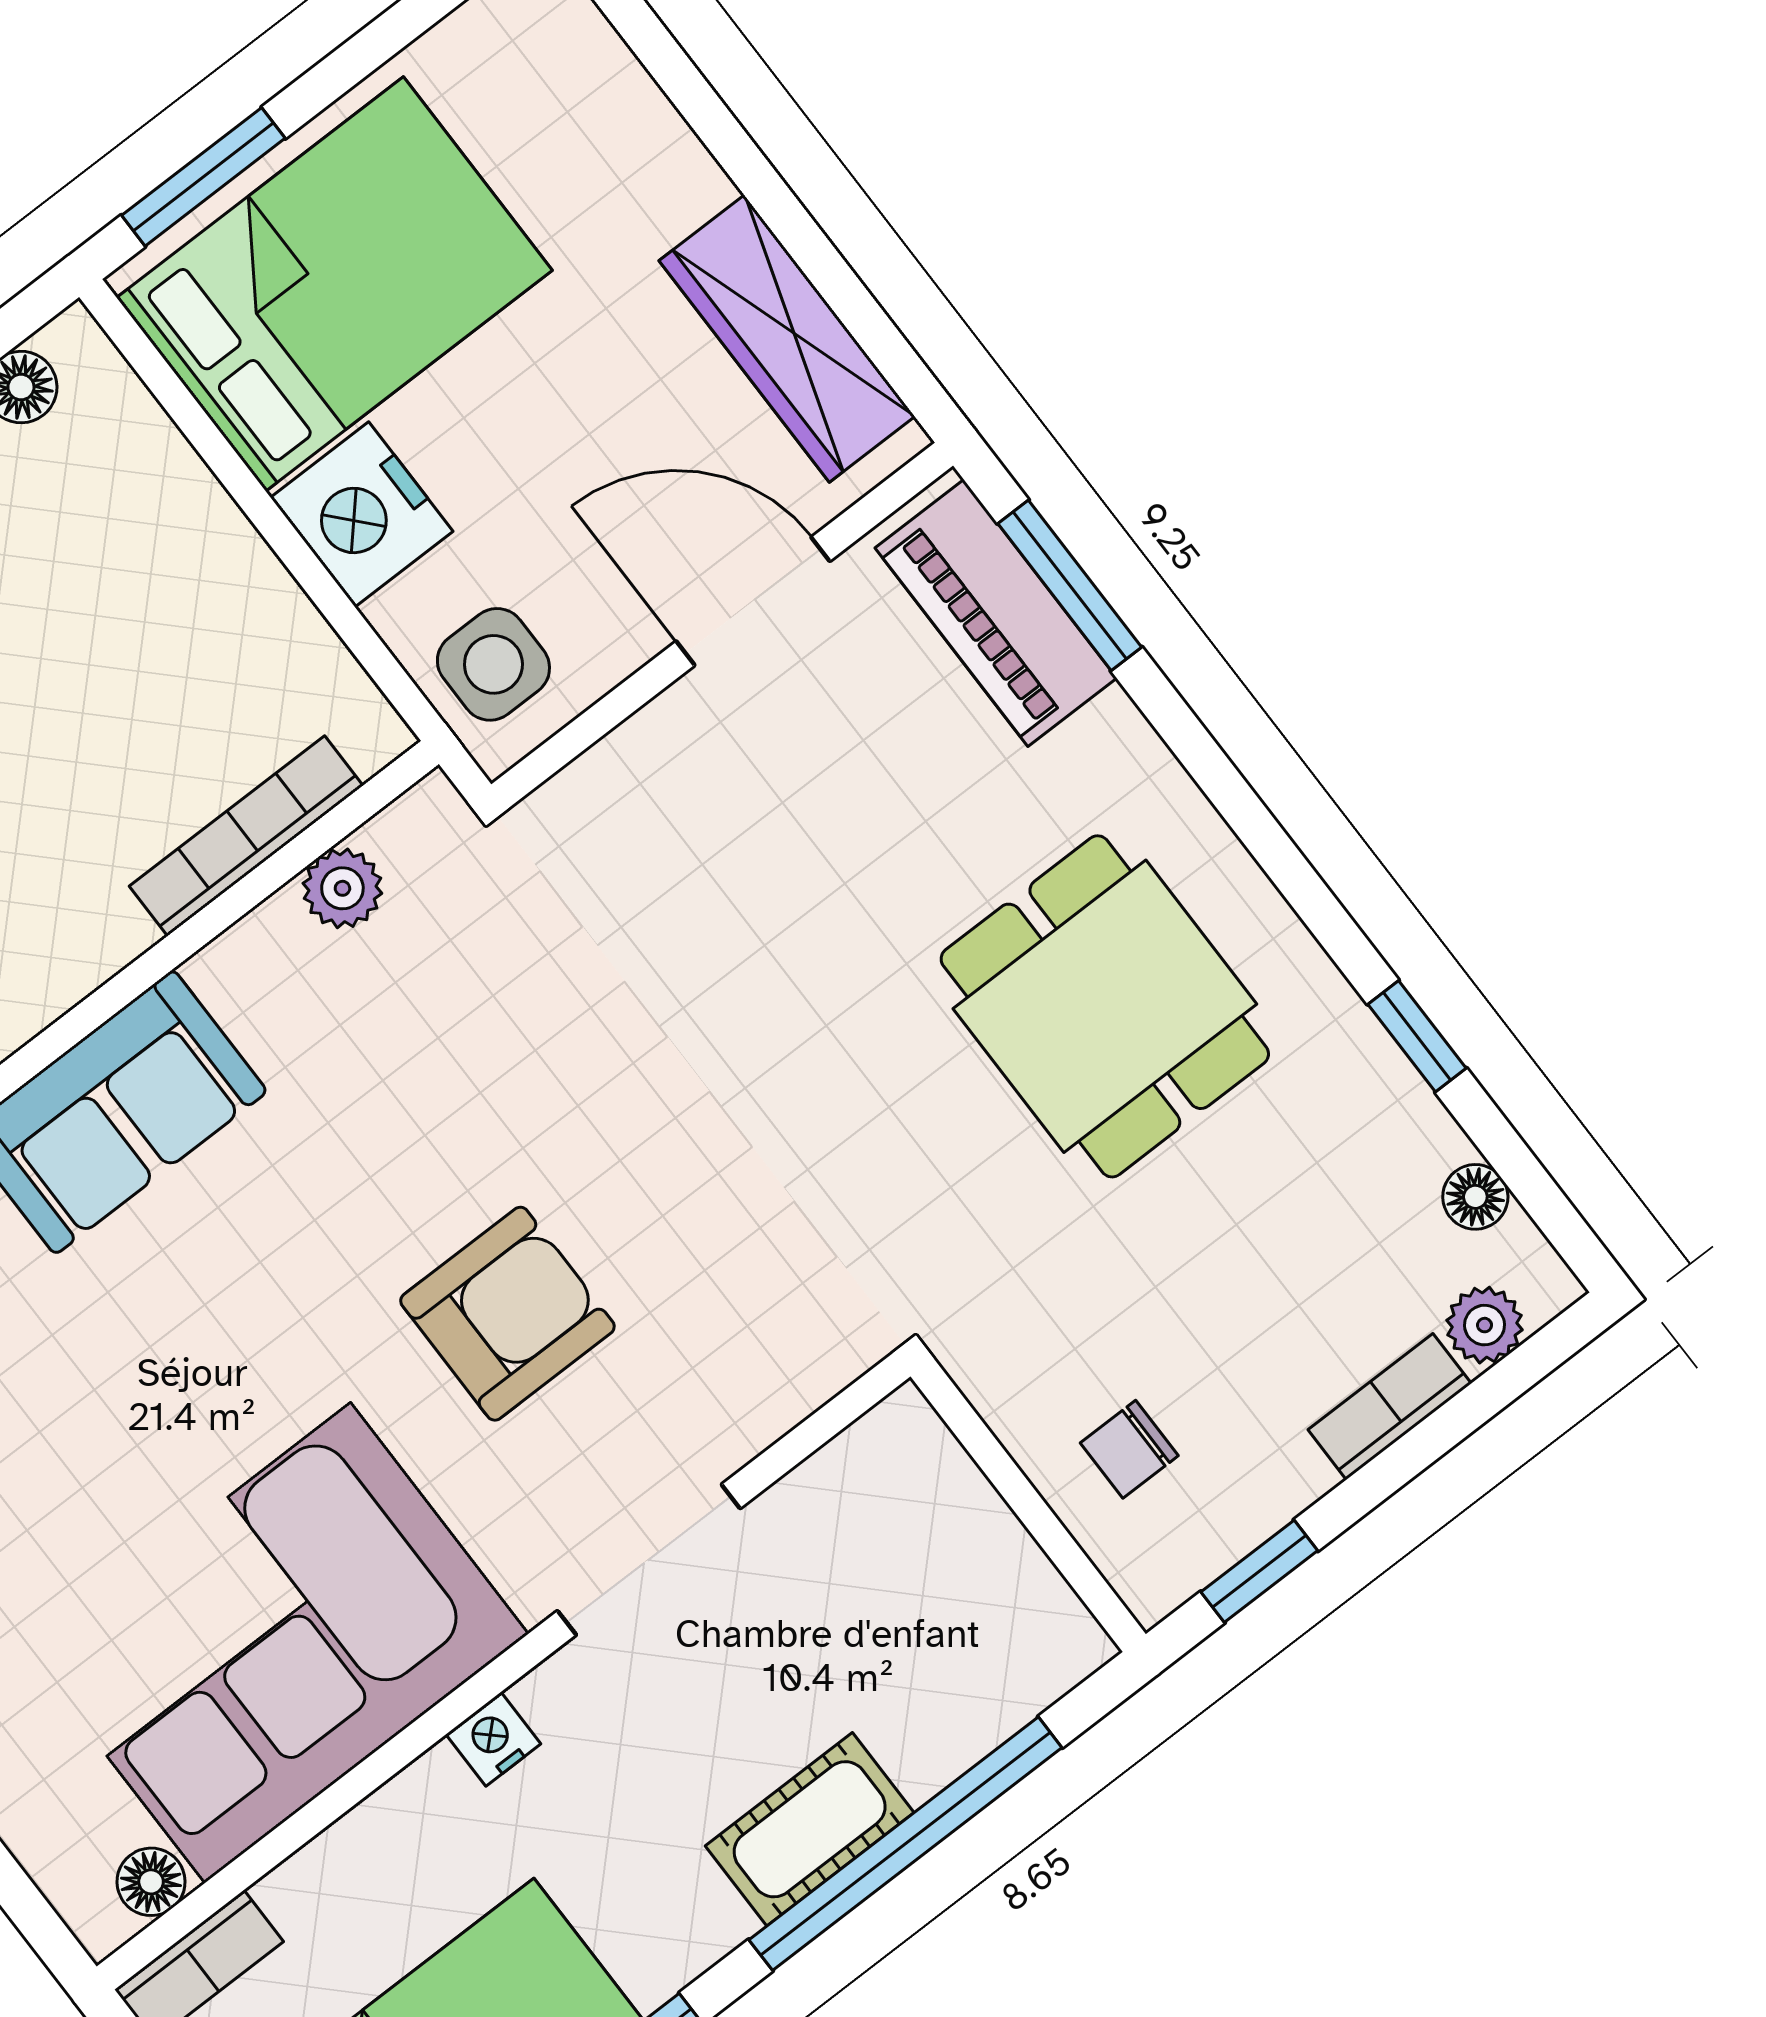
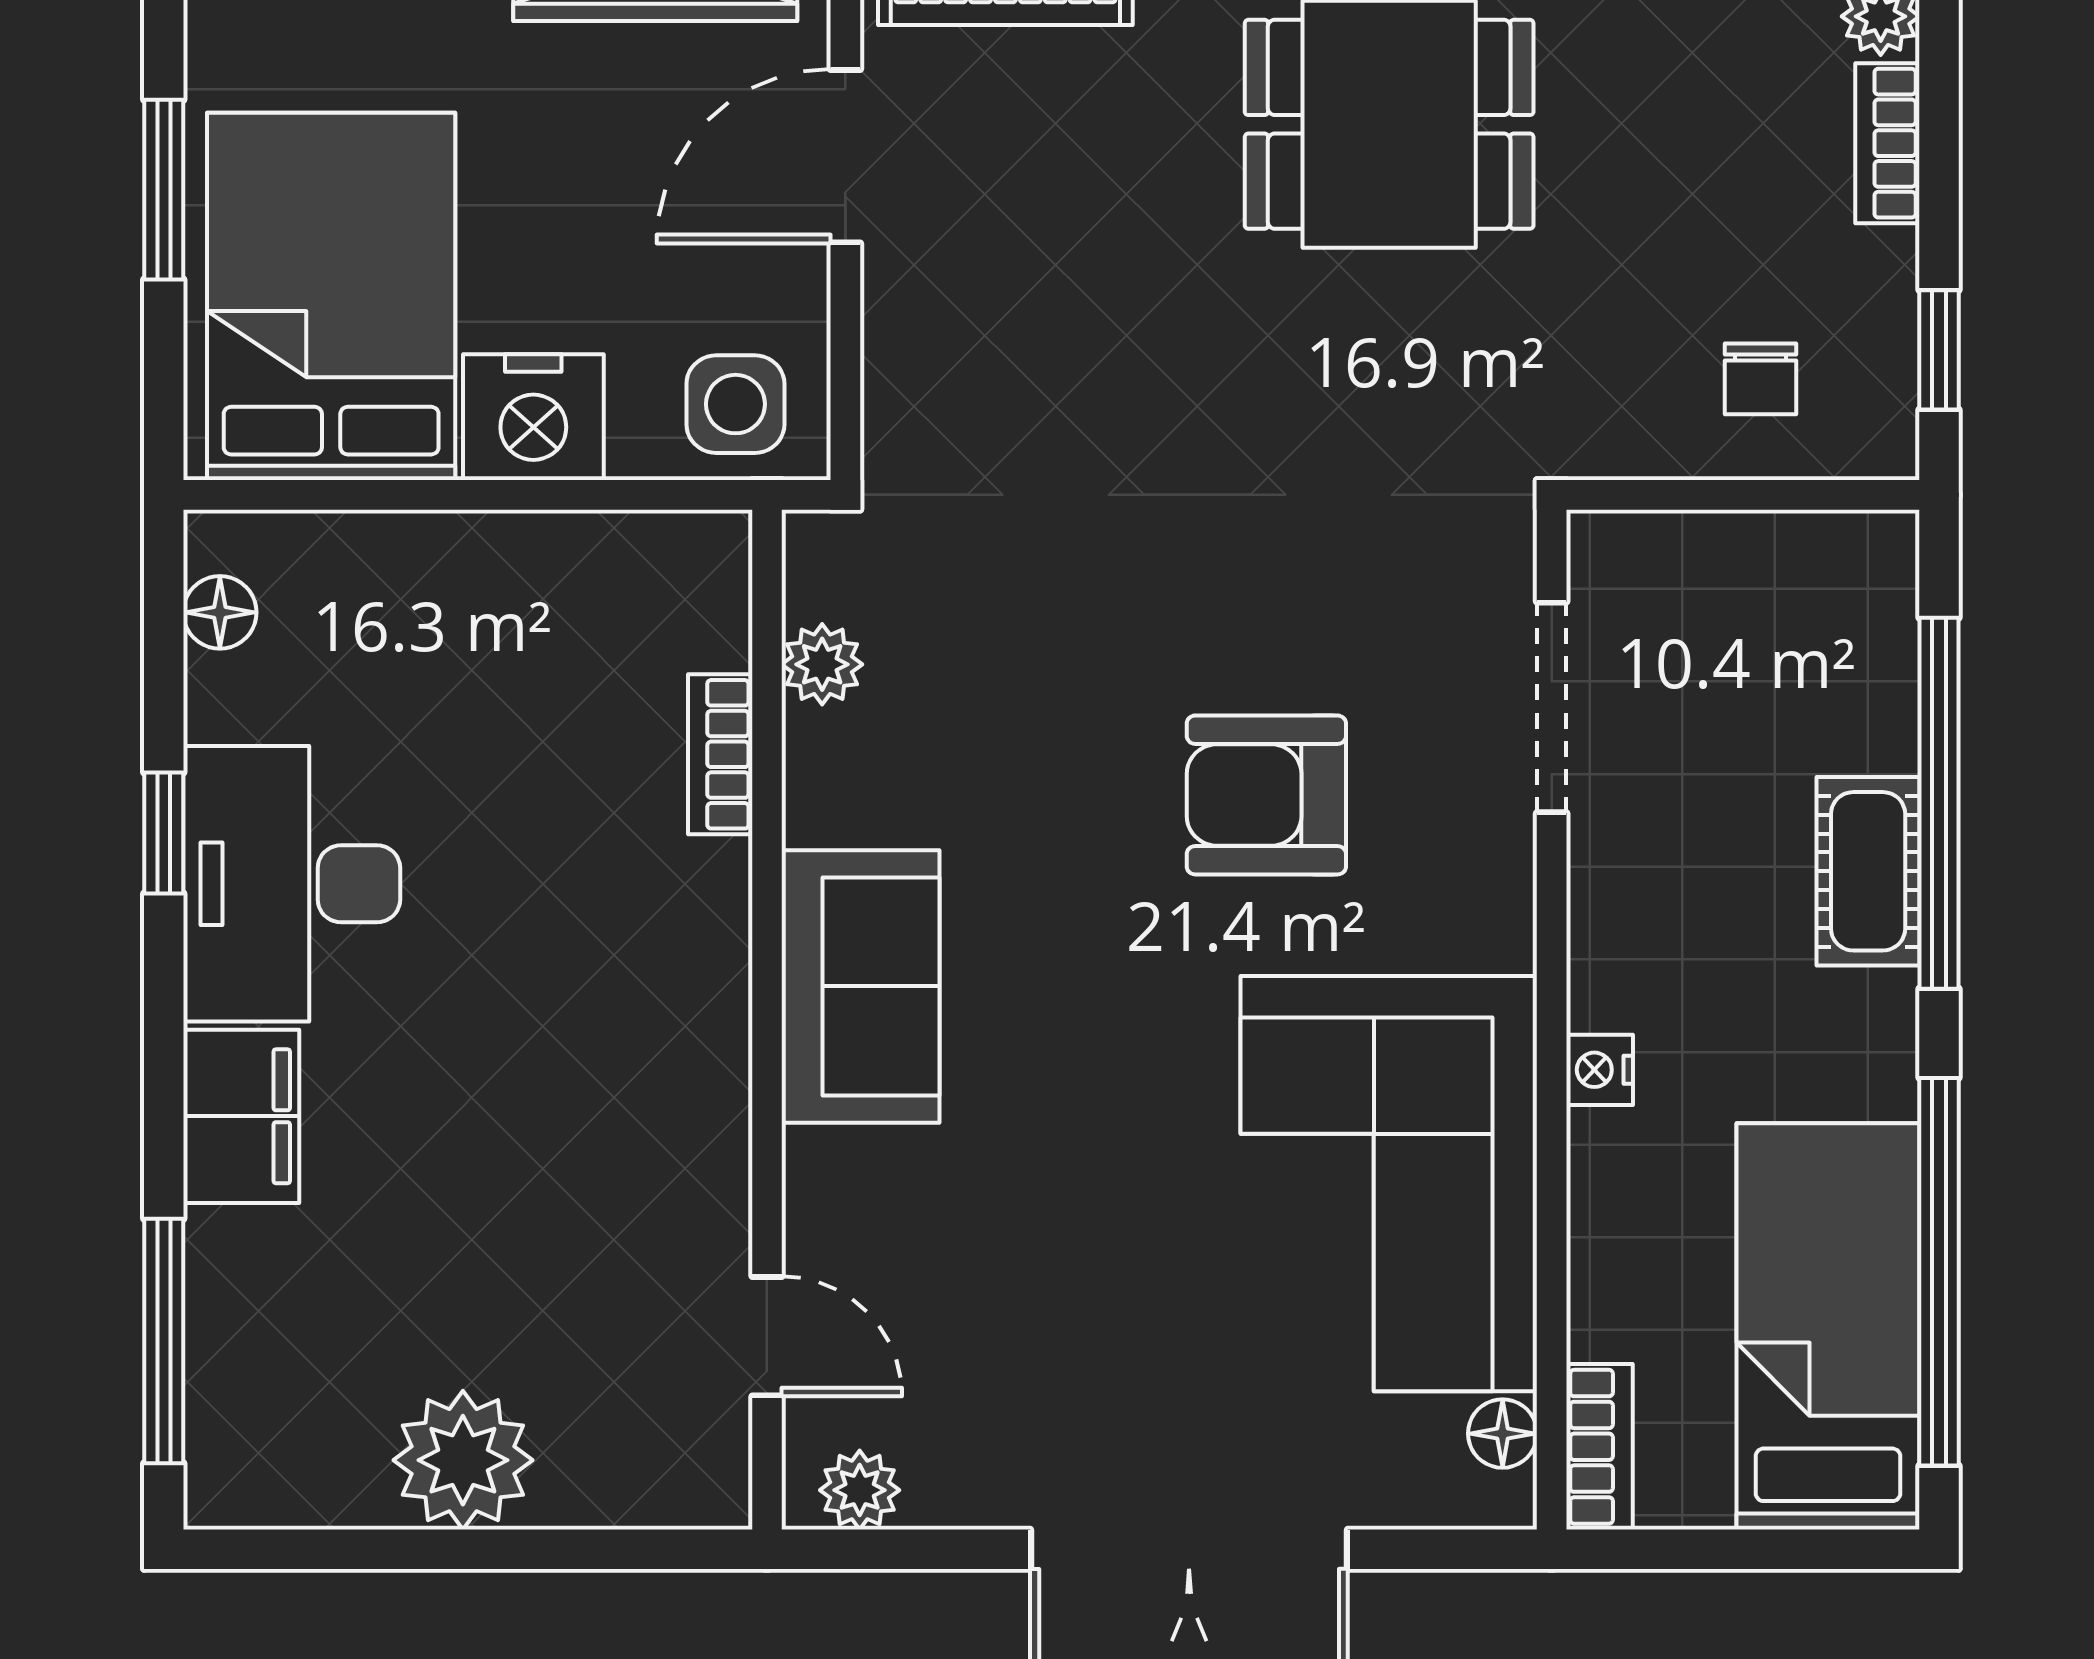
window: (203, 177) -> (164, 190), moved
bookcase: (246, 836) -> (720, 754), width x0.64
armchair: (507, 1314) -> (1266, 795), turned -90
doorway: (649, 1560) -> (1552, 707), moved

